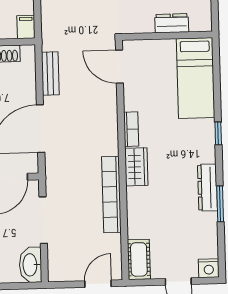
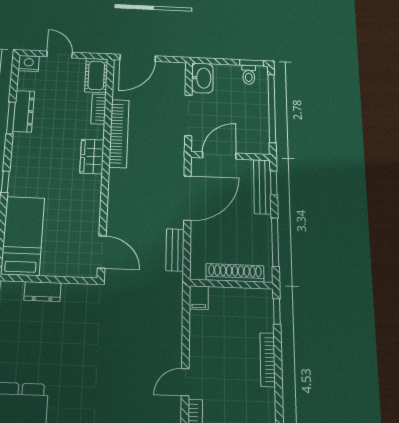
bookcase: (131, 129) -> (99, 109), moved
dresser: (207, 188) -> (24, 111), moved
door: (98, 284) -> (138, 58), width x1.38

